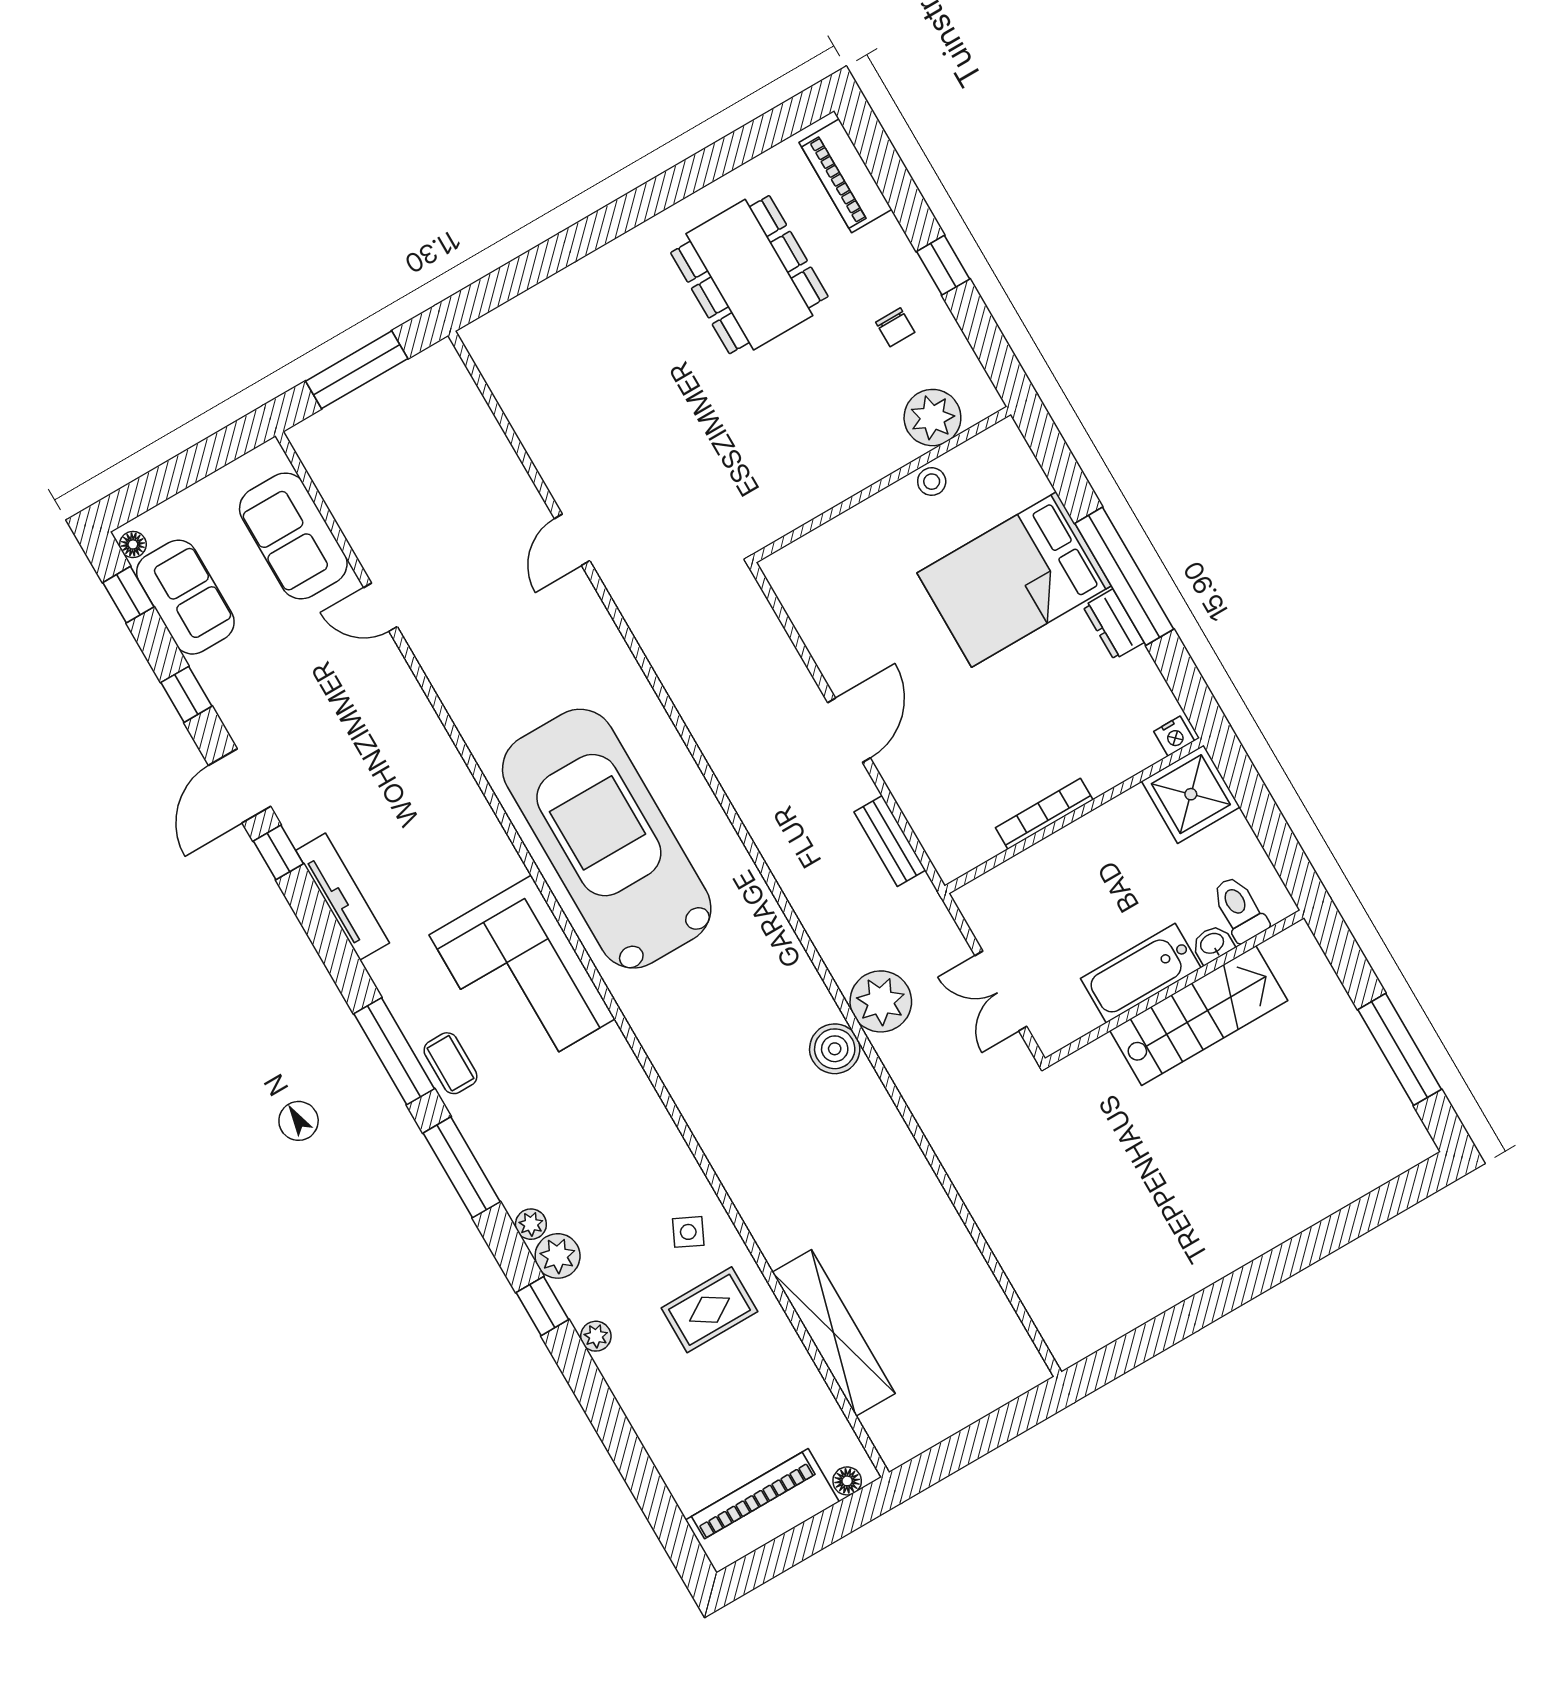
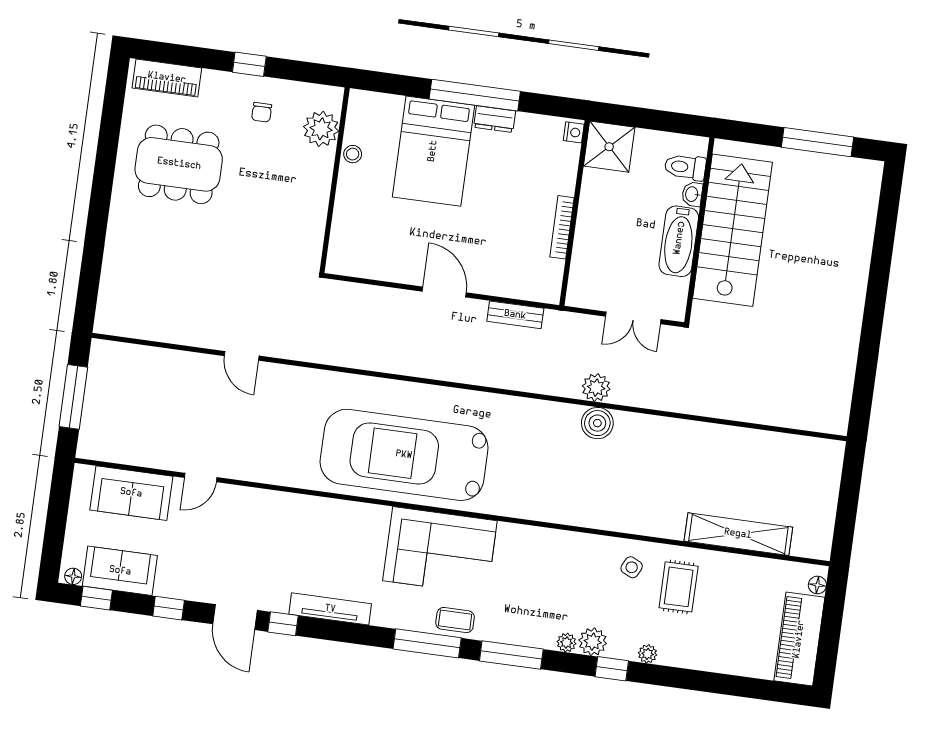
chair: (895, 327) -> (262, 112), turned 90
plant: (881, 1001) -> (596, 388), width x0.73, depth x0.73
stairs: (1199, 1016) -> (733, 230), width x1.36, depth x1.51

